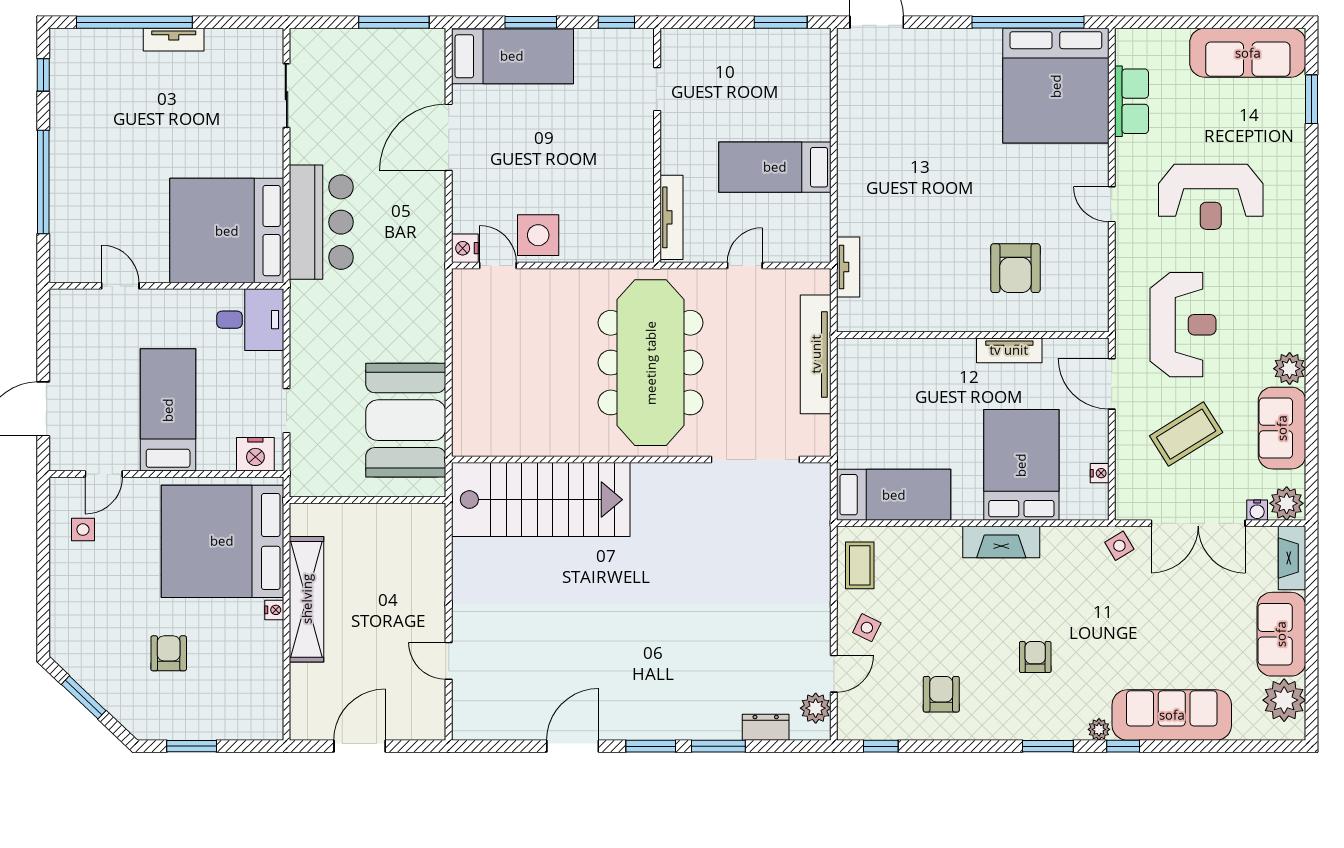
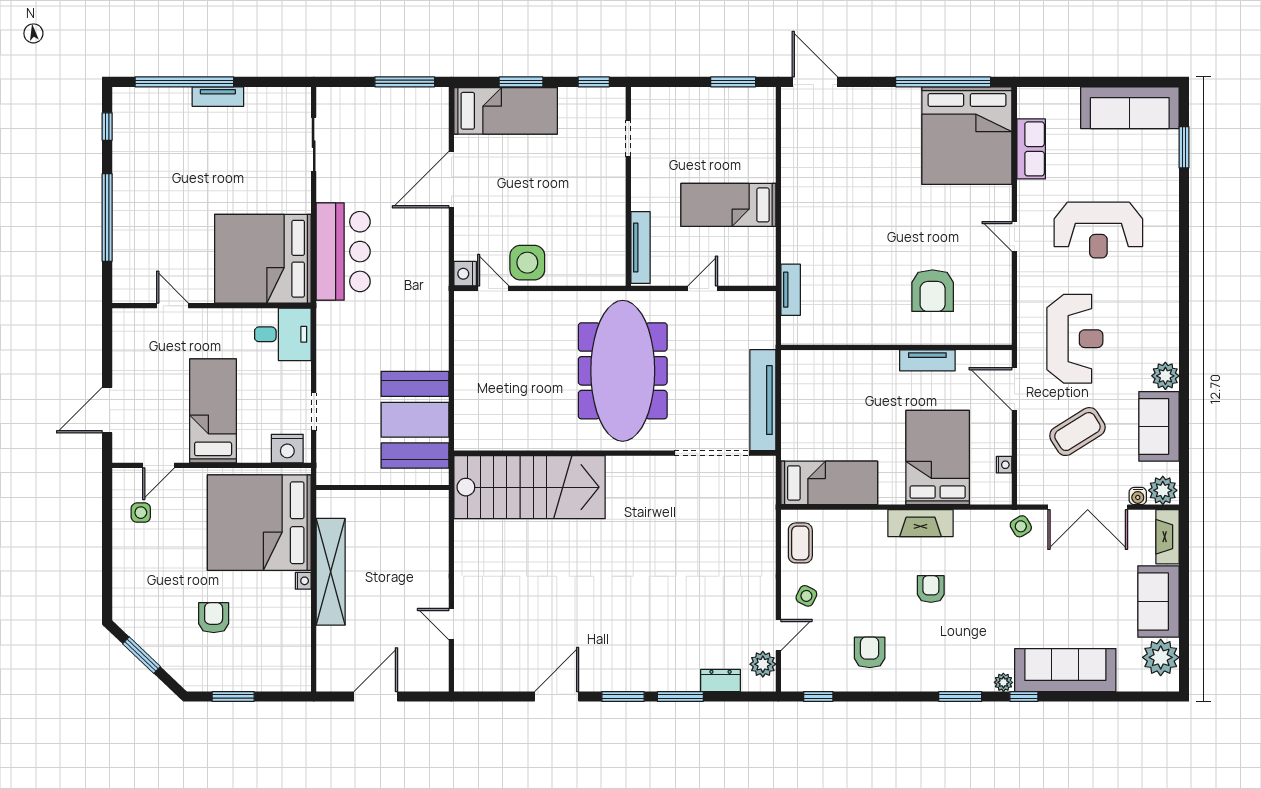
tv unit: (816, 354) -> (763, 400), moved
armchair: (1035, 657) -> (931, 589), moved

